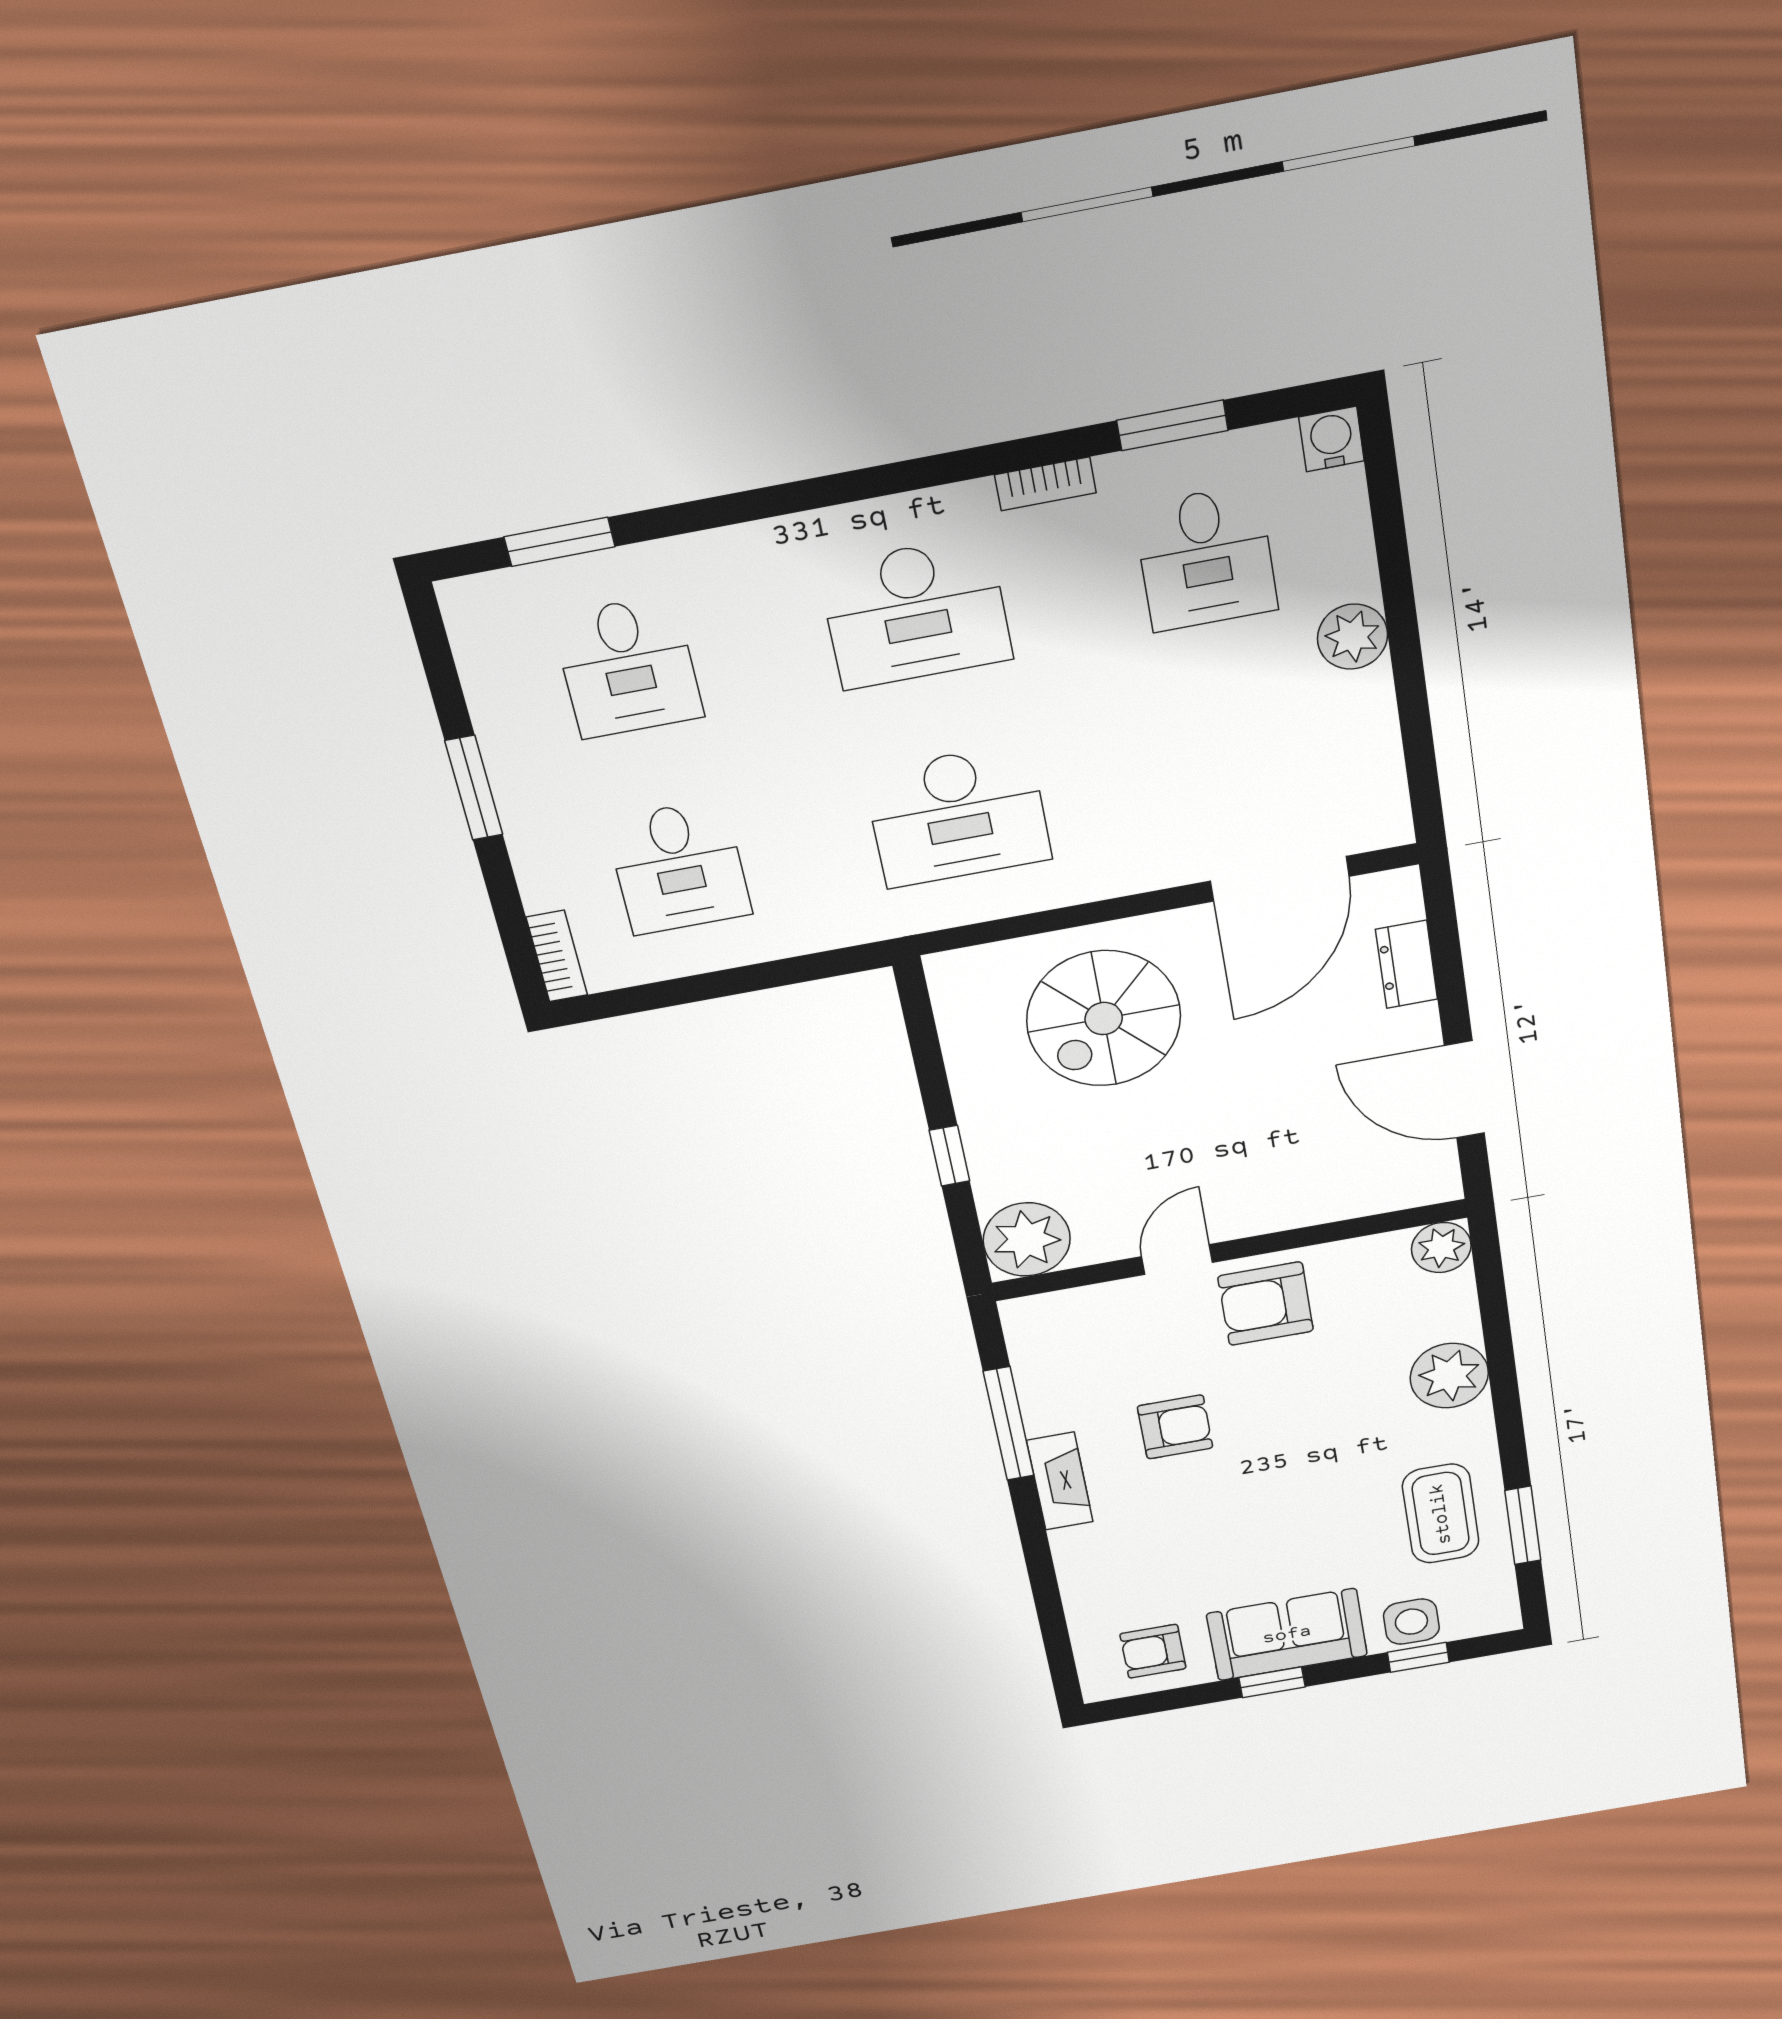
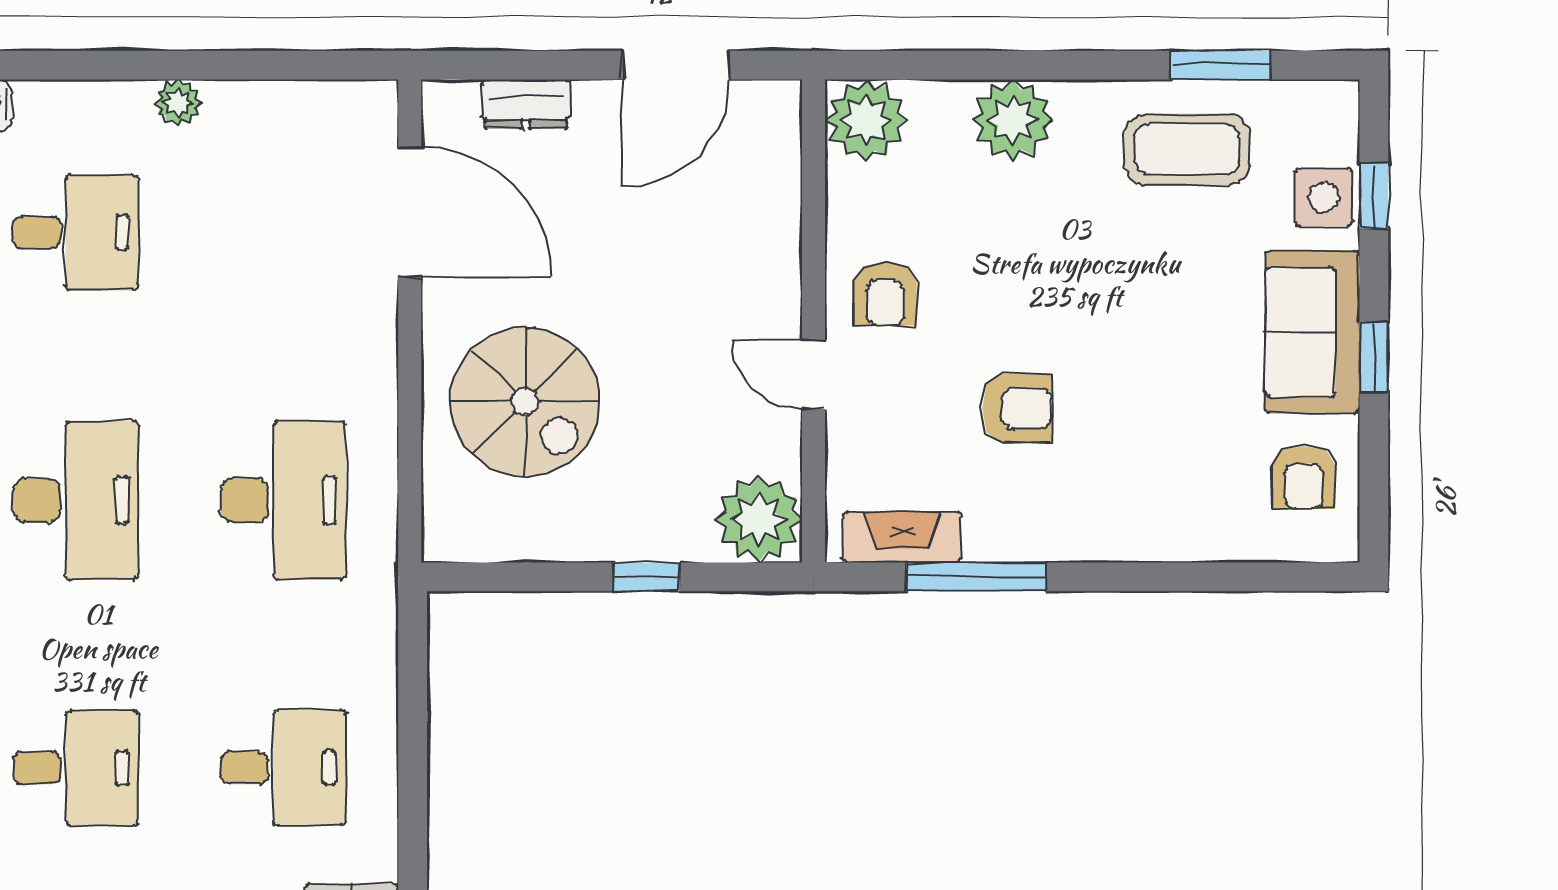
plant: (1353, 637) -> (178, 103), width x0.73, depth x0.73
plant: (1441, 1248) -> (866, 120), width x1.36, depth x1.36
armchair: (1266, 1304) -> (885, 294), width x0.72, depth x0.72
armchair: (1175, 1427) -> (1017, 408), turned 90
fireplace: (1060, 1481) -> (902, 537), moved

